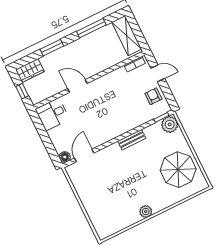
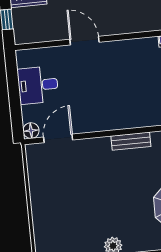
desk: (52, 114) -> (38, 85), moved

